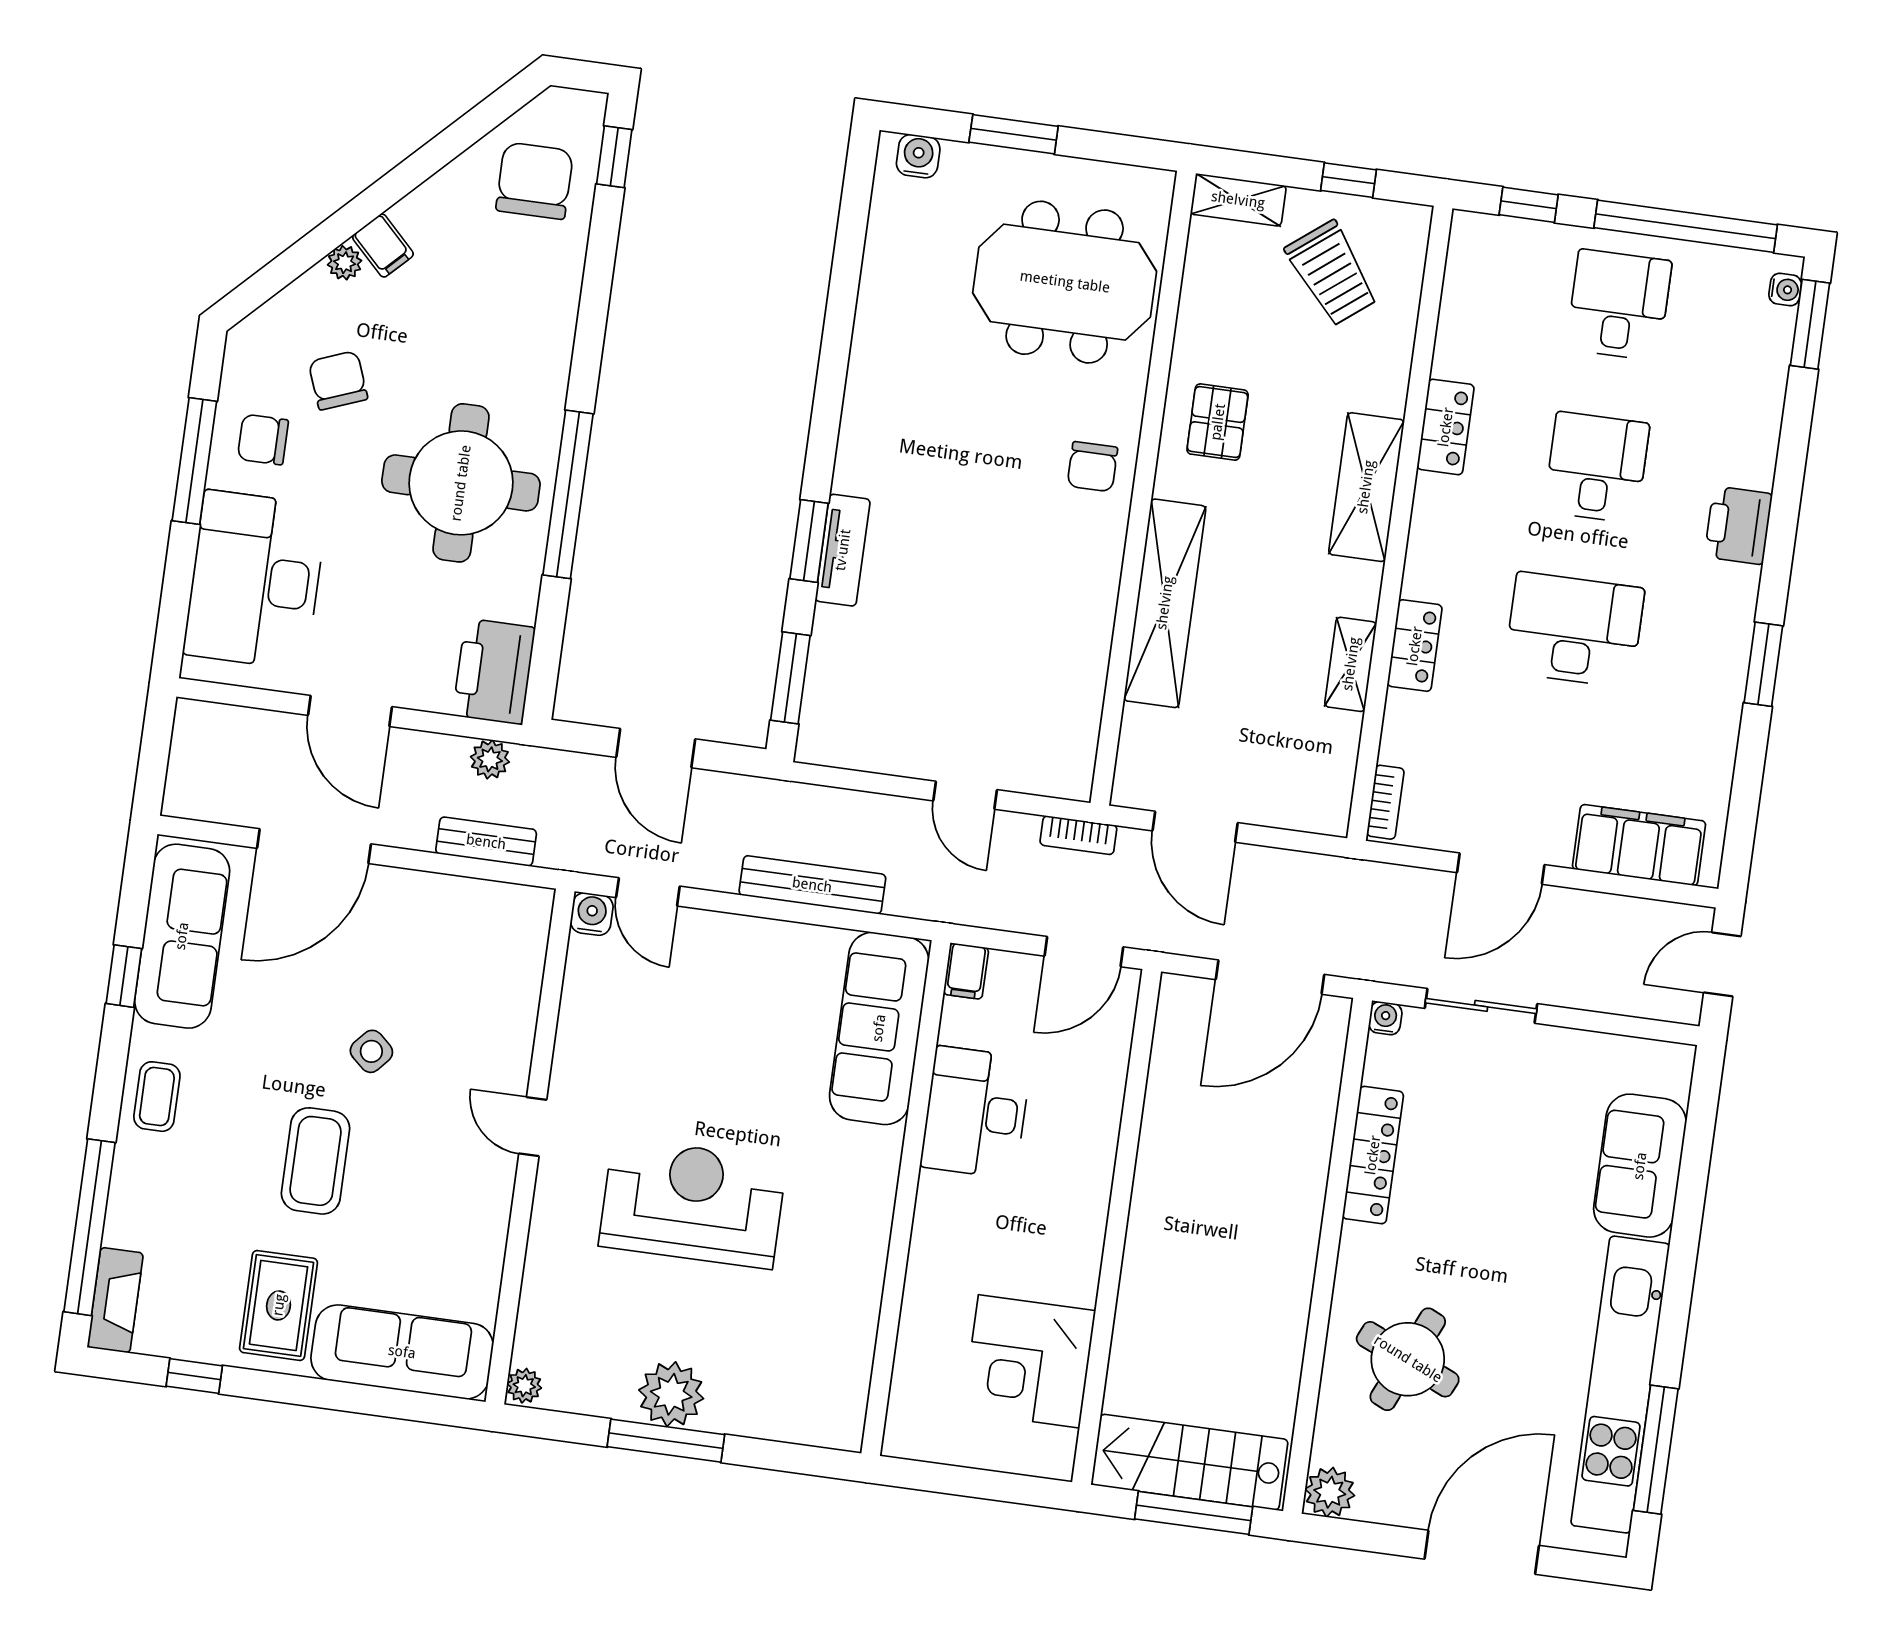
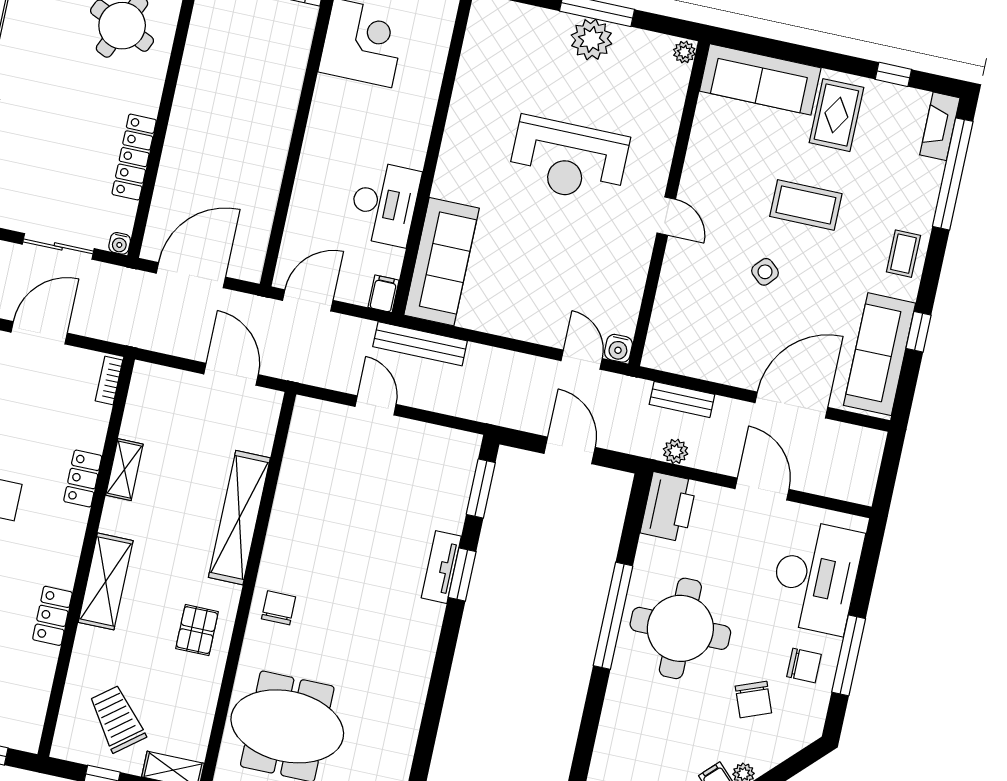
bookcase: (1078, 835) -> (306, 375), removed
bench: (812, 885) -> (420, 344), moved
coffee table: (316, 1161) -> (806, 205), turned 90

